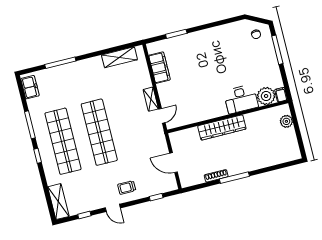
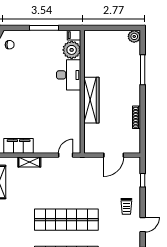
window: (277, 50) -> (44, 28), moved
shelving: (151, 99) -> (29, 162), moved
door: (162, 116) -> (66, 155), hinge flipped
plant: (286, 121) -> (134, 36), moved
window: (234, 178) -> (143, 70), moved

